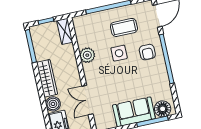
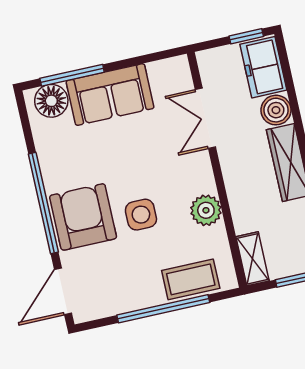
coffee table: (124, 27) -> (191, 279), moved
armchair: (147, 52) -> (83, 217), width x1.88, depth x1.88
double door: (87, 100) -> (205, 118), swing flipped

